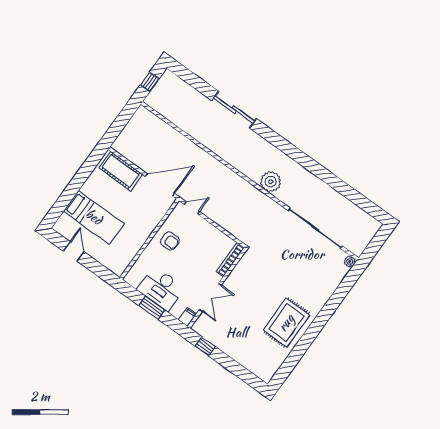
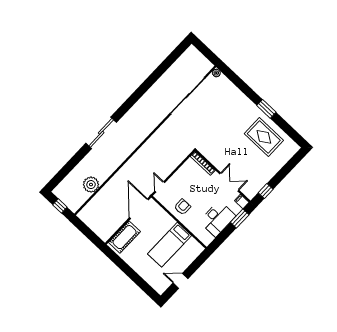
sliding door: (234, 110) -> (101, 133), moved
plant: (271, 182) -> (91, 185), moved
bed: (94, 217) -> (170, 245), moved, turned 180
window: (152, 308) -> (240, 218), moved
rug: (286, 323) -> (264, 137), moved
window: (312, 333) -> (266, 109), added

